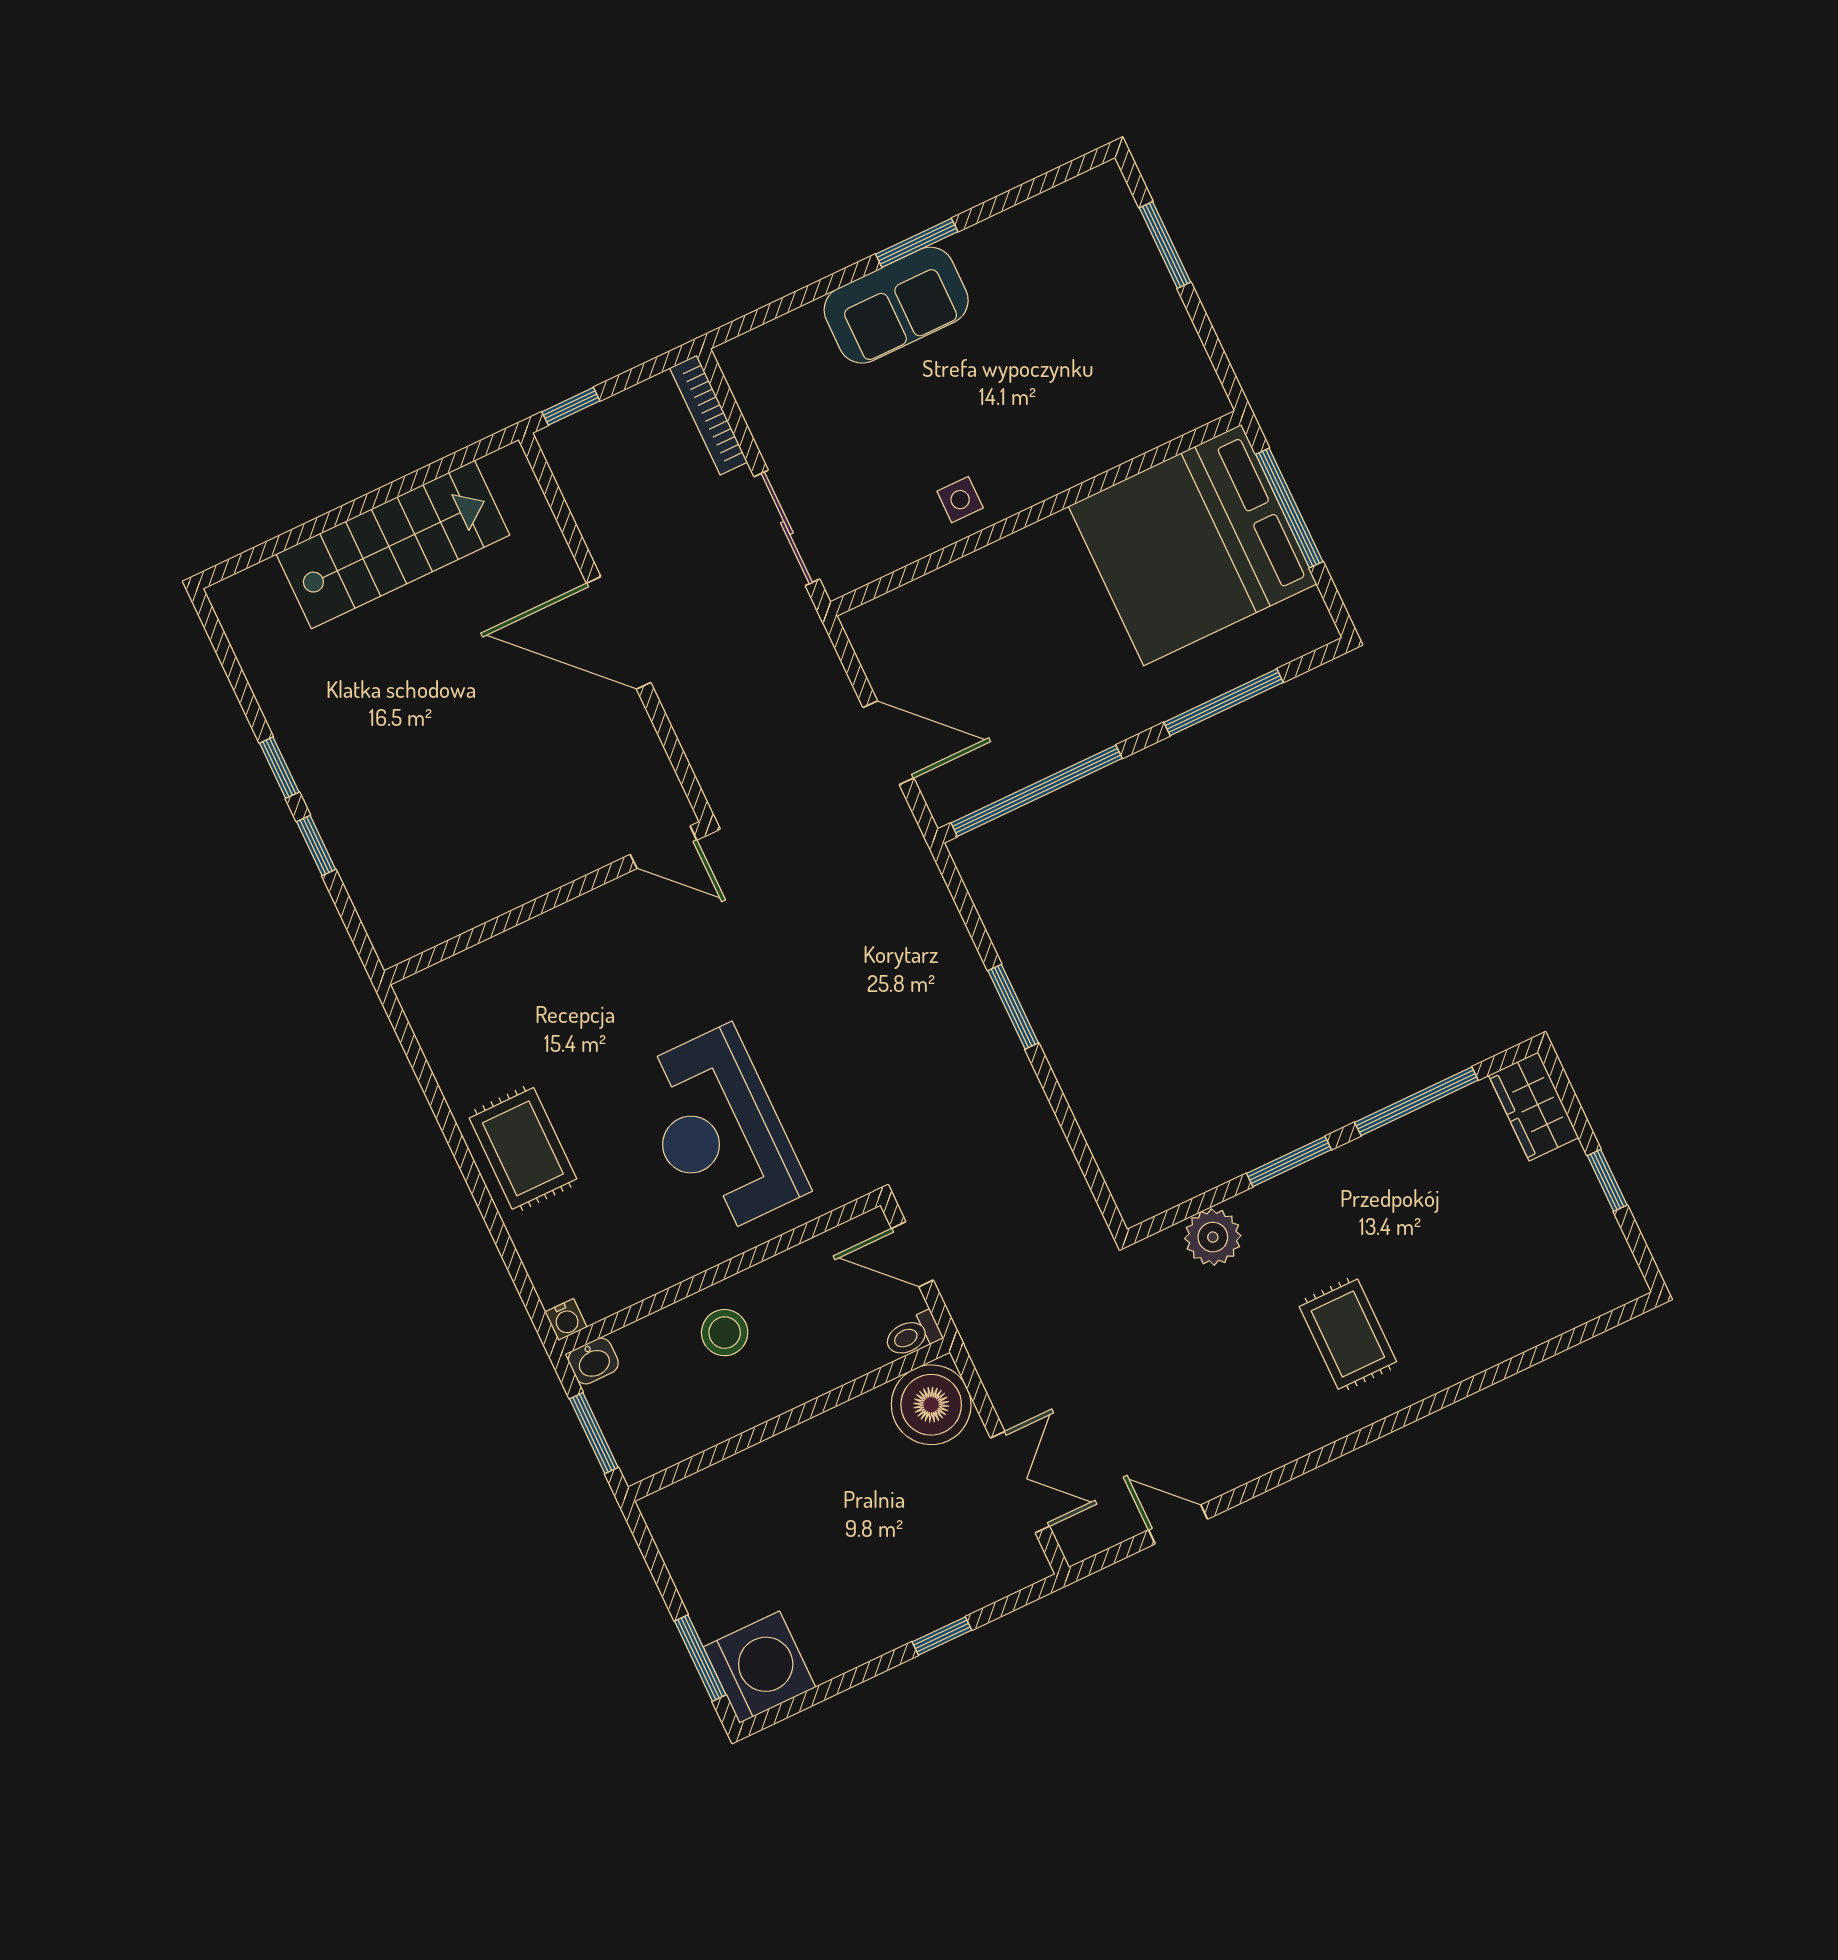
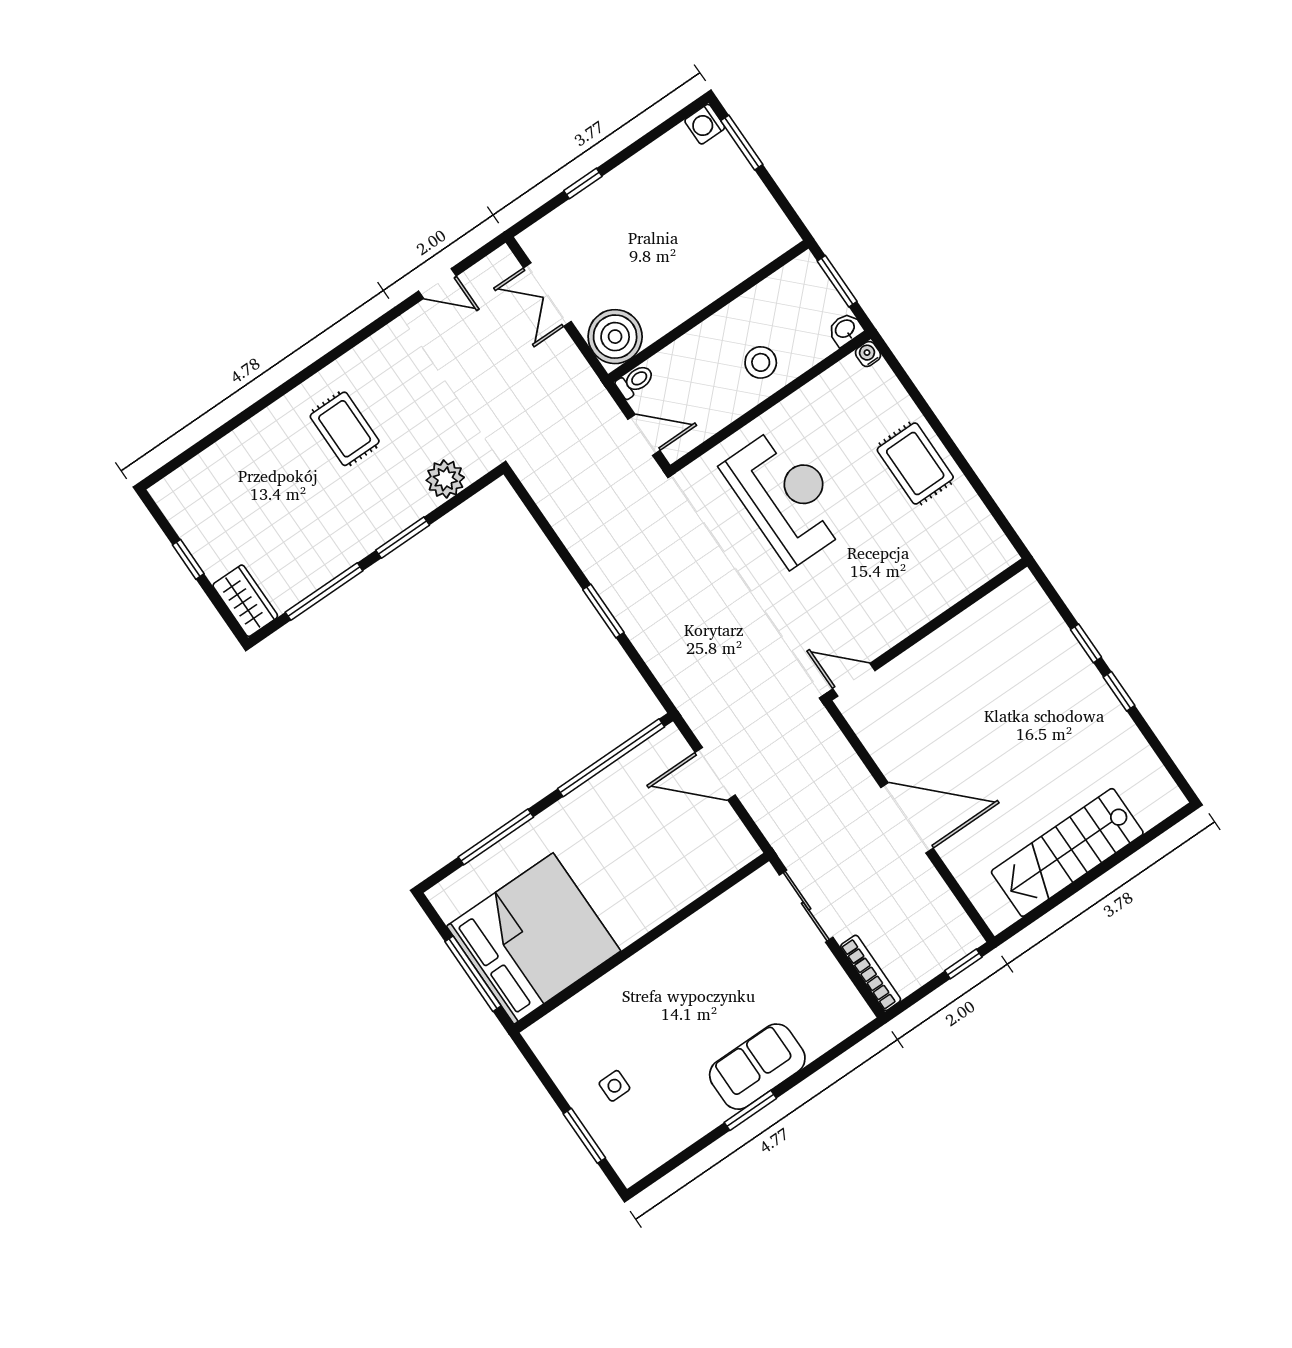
side table: (960, 500) -> (614, 1086), moved
washing machine: (760, 1667) -> (705, 124), width x0.53, depth x0.53

